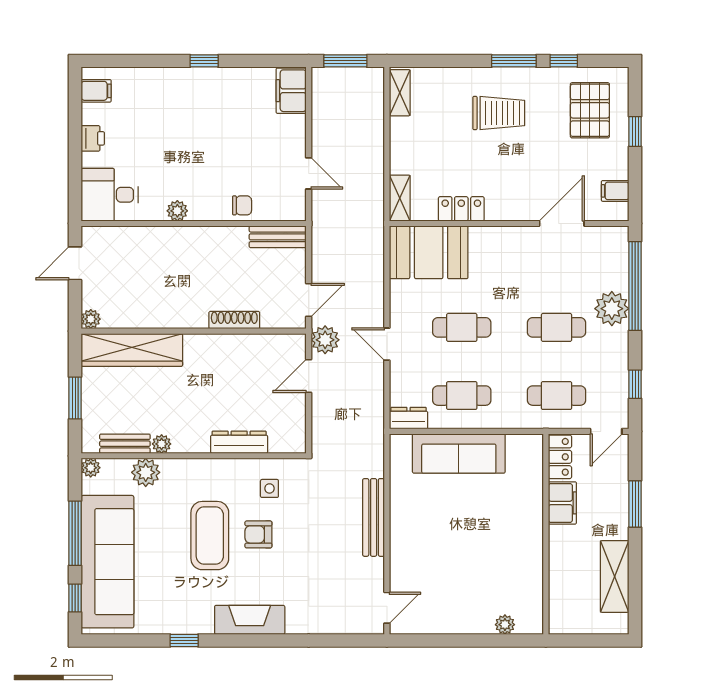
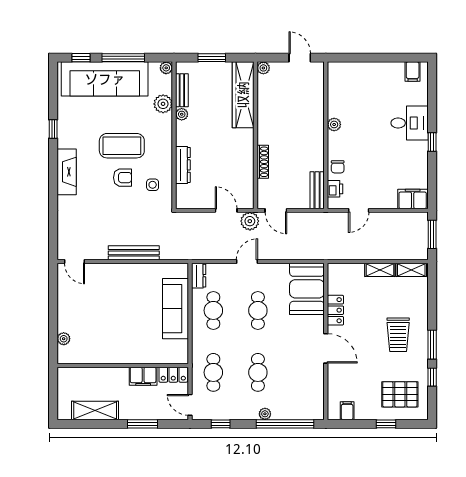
printer: (93, 138) -> (335, 189), moved, turned -90
desk: (110, 195) -> (410, 123), moved, turned 90
shelving: (400, 198) -> (380, 270), moved
door: (562, 223) -> (326, 348), moved
plant: (612, 309) -> (265, 414), width x0.53, depth x0.53
armchair: (258, 534) -> (123, 178), turned 90

